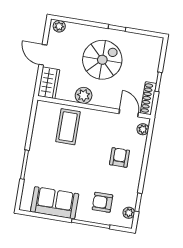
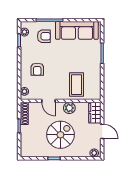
spiral stairs: (102, 60) -> (60, 135), turned 180
door: (129, 113) -> (48, 101), moved
sofa: (55, 203) -> (77, 30), width x1.36

